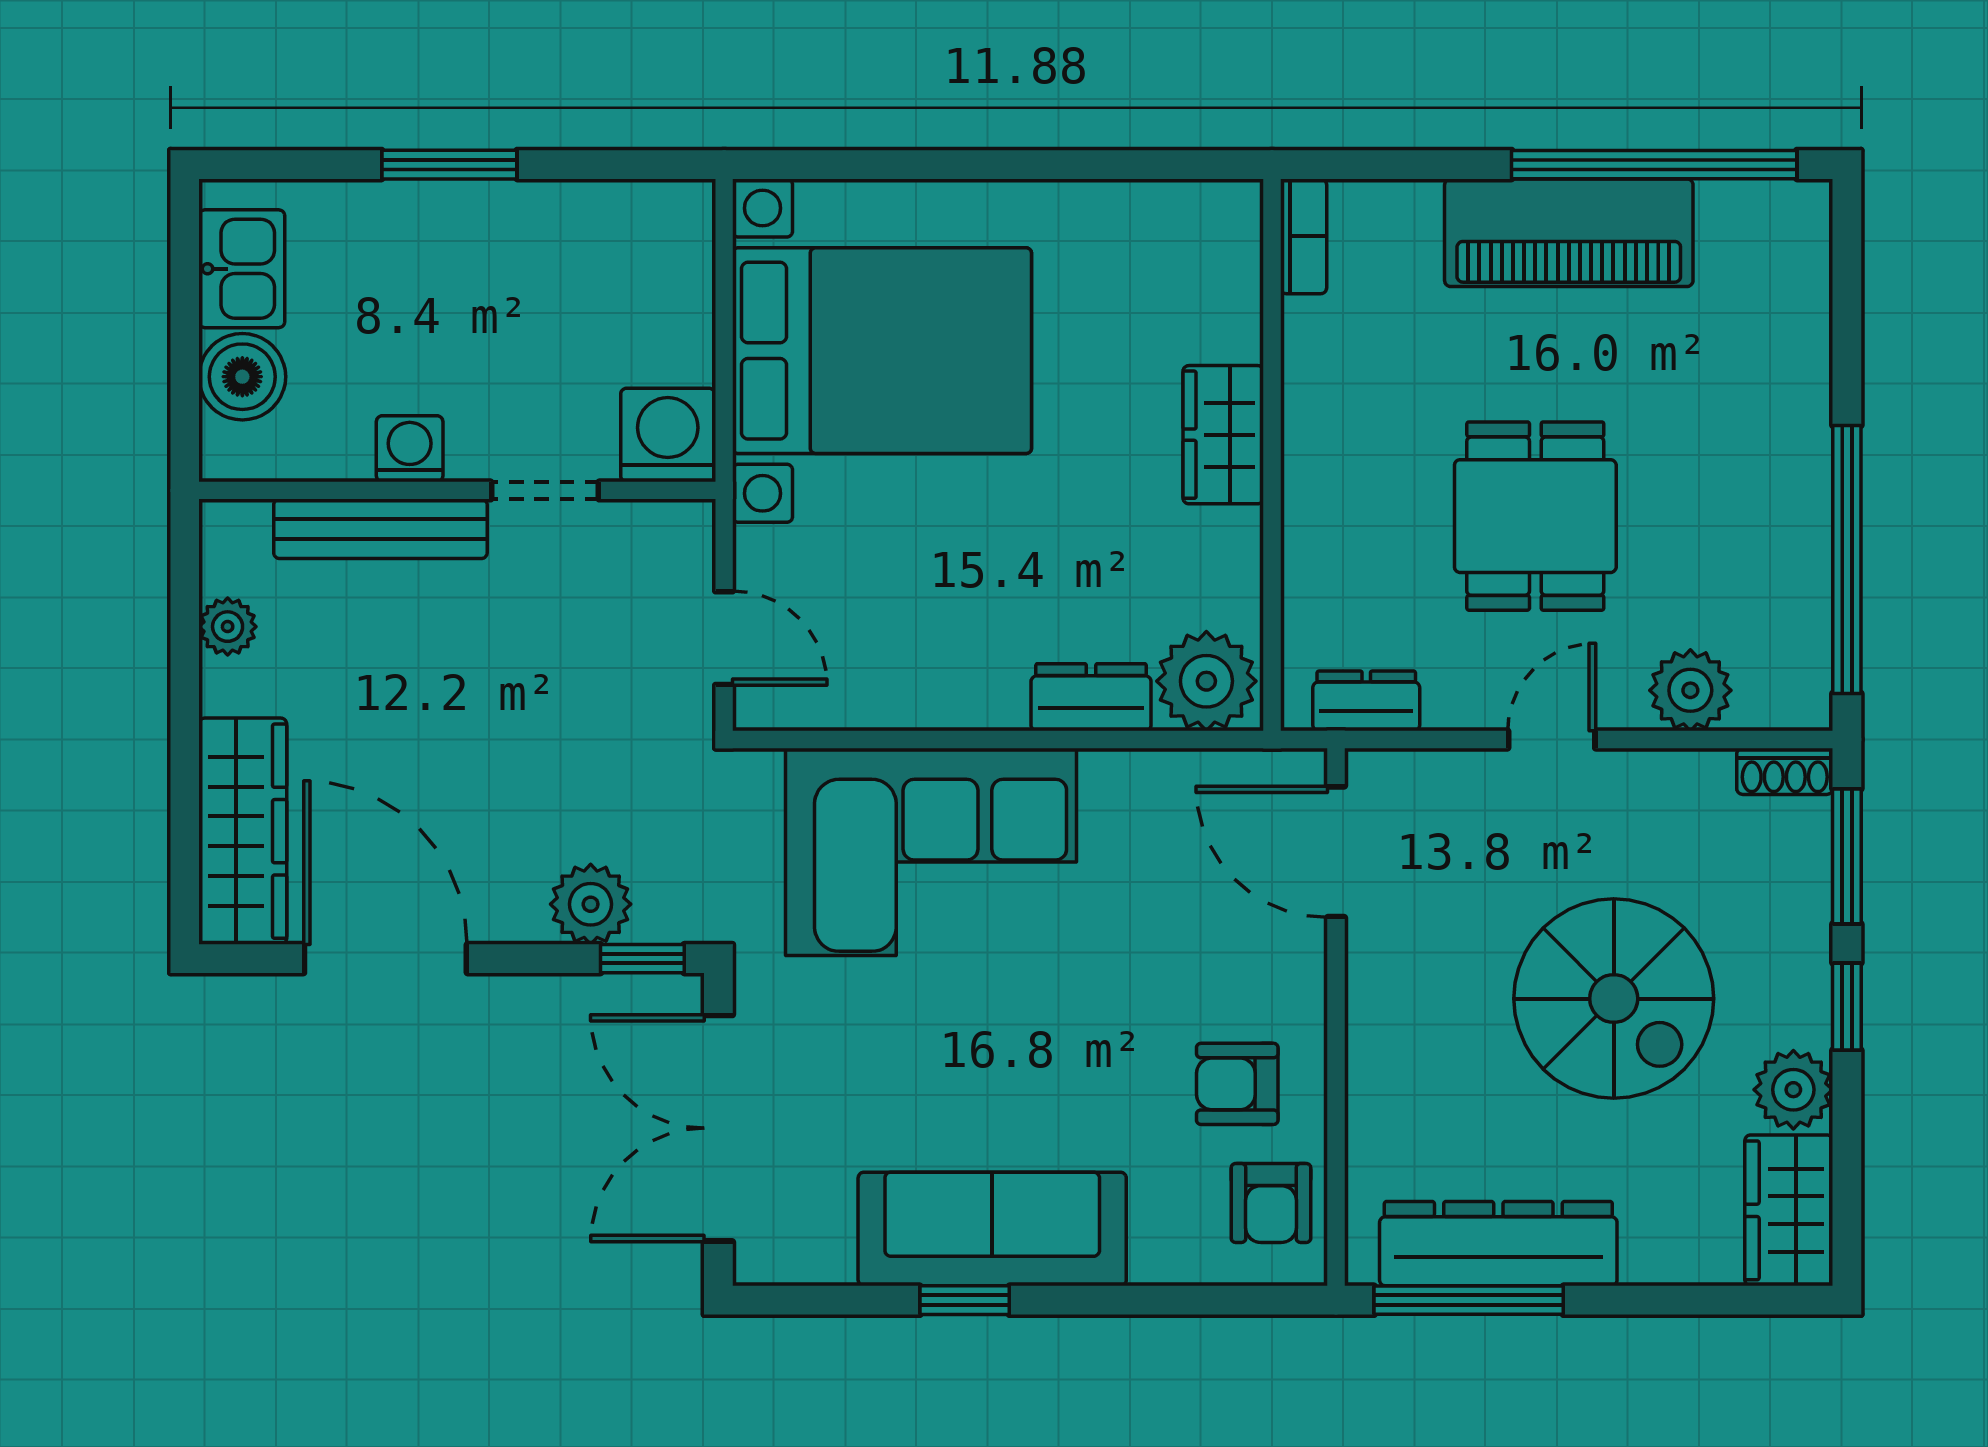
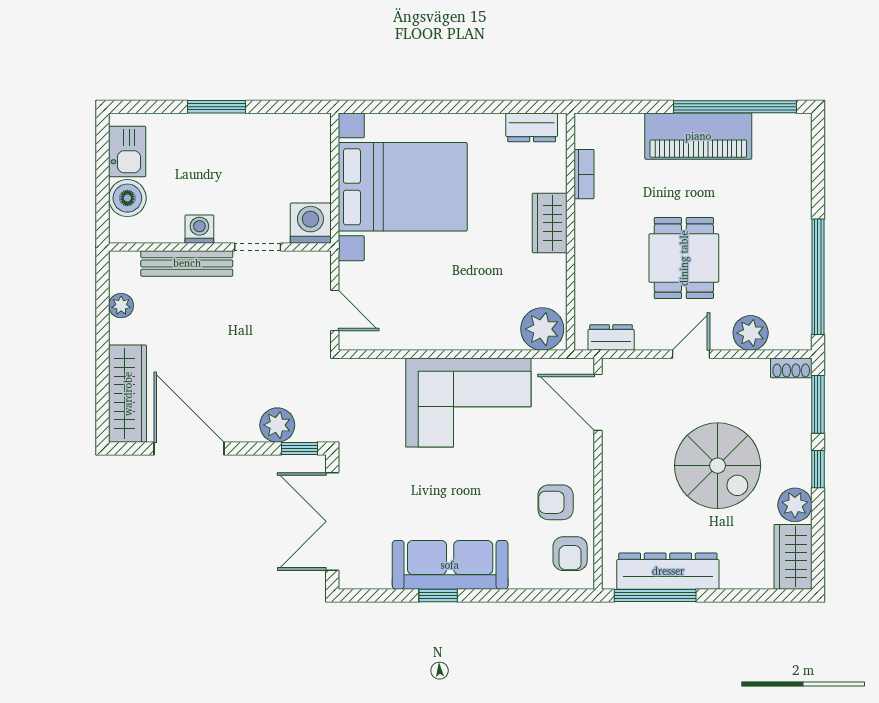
bookcase: (1304, 236) -> (584, 174), moved
dresser: (1091, 697) -> (532, 127), moved, turned 180
corner sofa: (931, 852) -> (468, 402), moved

